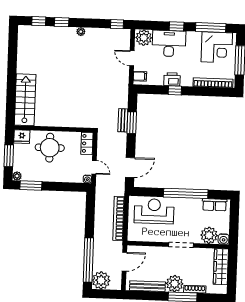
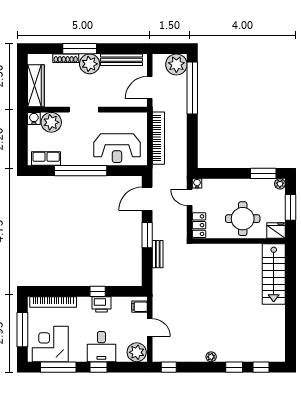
desk: (169, 43) -> (101, 347), width x0.73
window: (132, 123) -> (147, 235), moved

